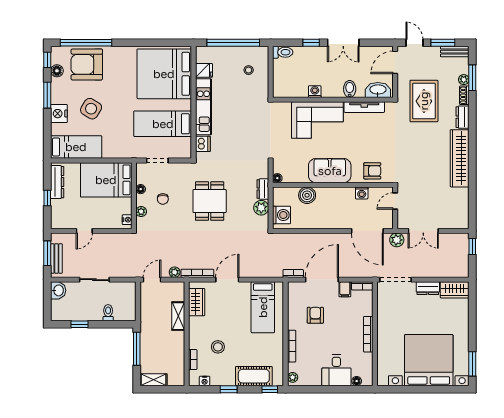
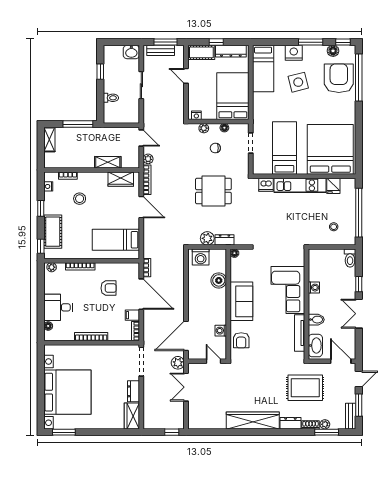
side table: (91, 109) -> (298, 82), turned 45
cot: (59, 214) -> (201, 52), added

